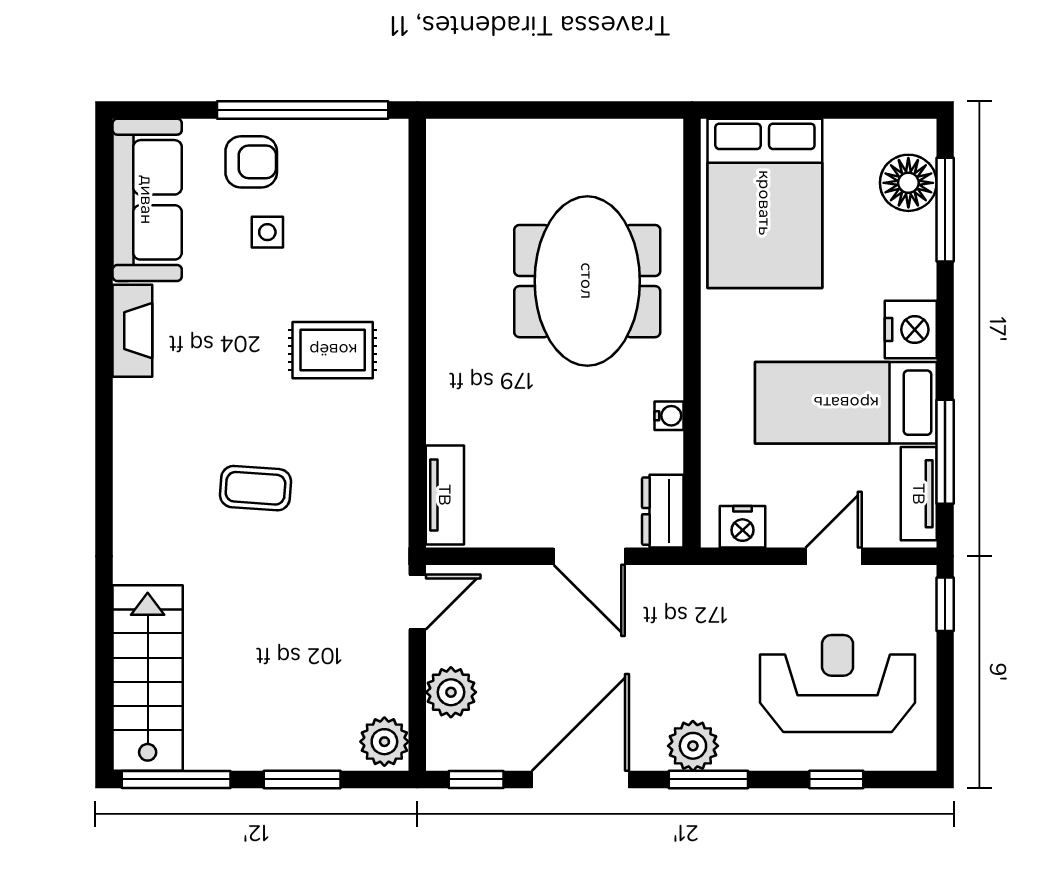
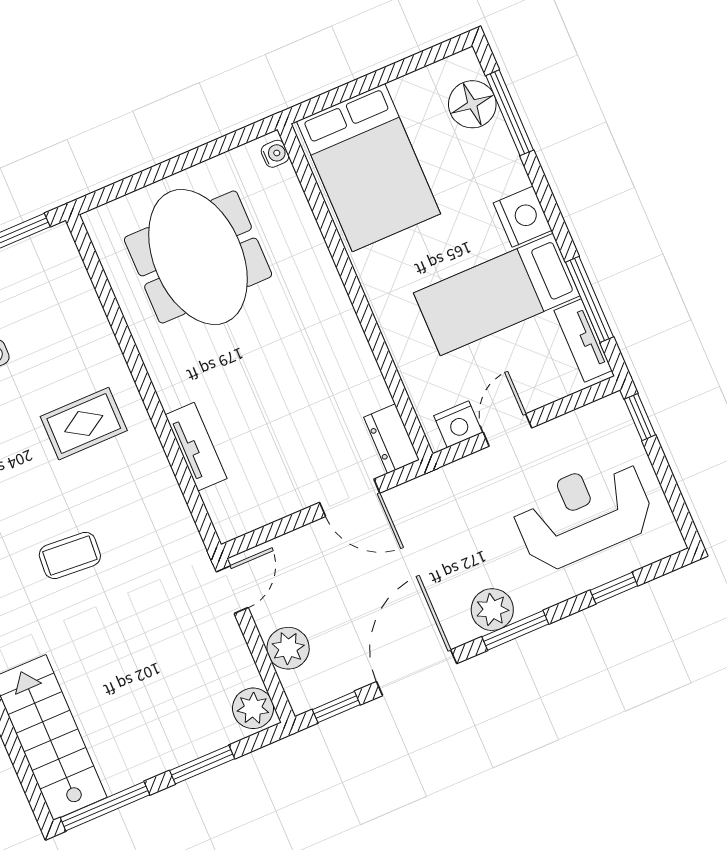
meeting table: (587, 281) -> (198, 257), moved
water cooler: (669, 416) -> (275, 154), moved
tv unit: (445, 495) -> (196, 447), moved
door: (834, 556) -> (507, 430), moved

